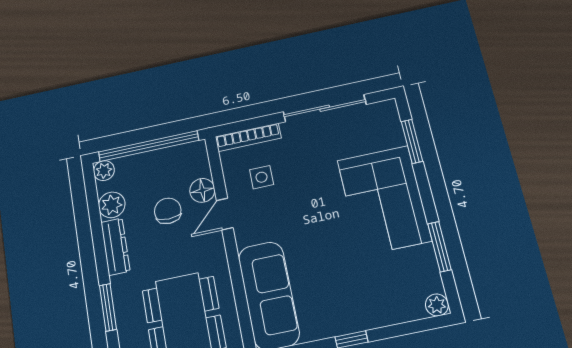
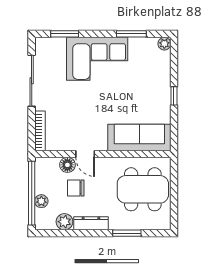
plant: (104, 171) -> (41, 201), moved
side table: (262, 177) -> (67, 128), removed

